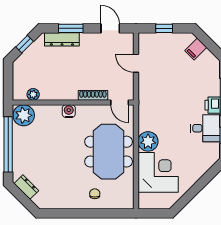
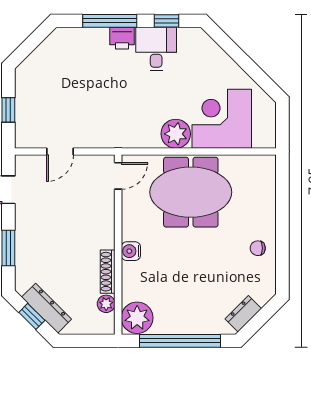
dresser: (62, 39) -> (47, 308), moved, turned -45
filing cabinet: (196, 49) -> (39, 63), removed
shoe rack: (93, 95) -> (108, 272), moved
chair: (95, 194) -> (258, 248), moved

